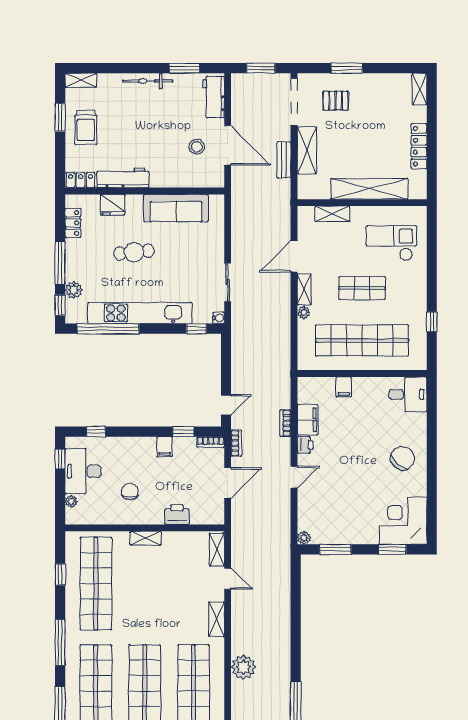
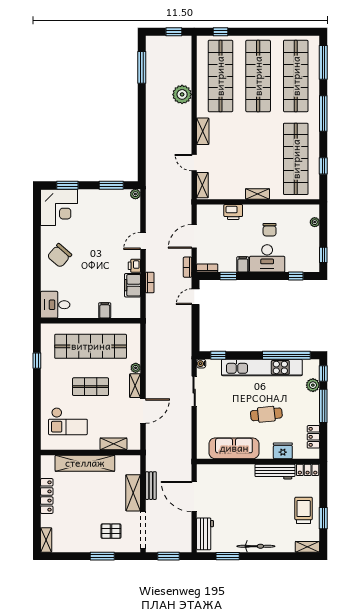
stool: (197, 147) -> (218, 496), removed
desk: (83, 471) -> (267, 258), moved, turned 90

